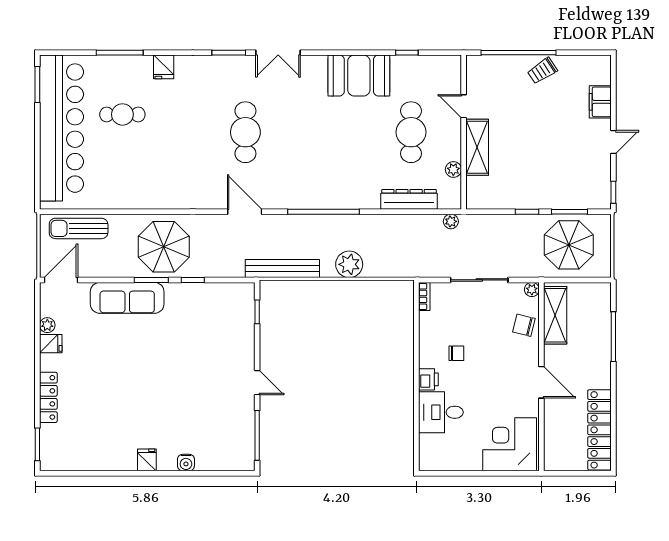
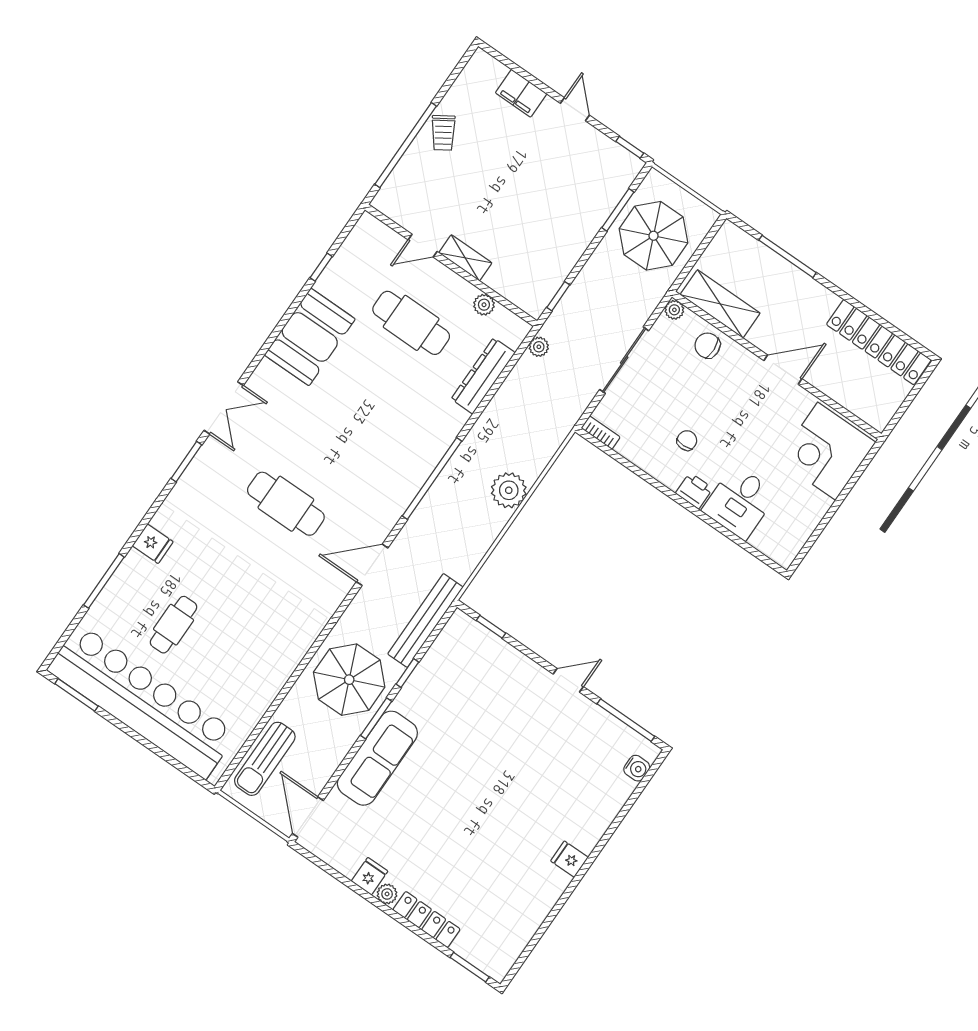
shelving: (477, 147) -> (465, 258), width x0.67, depth x0.75
window: (527, 212) -> (558, 296), moved
bench: (282, 269) -> (425, 620), moved
plant: (47, 325) -> (387, 894), moved
chair: (524, 325) -> (707, 345), turned 73
water cooler: (186, 463) -> (637, 768), moved

